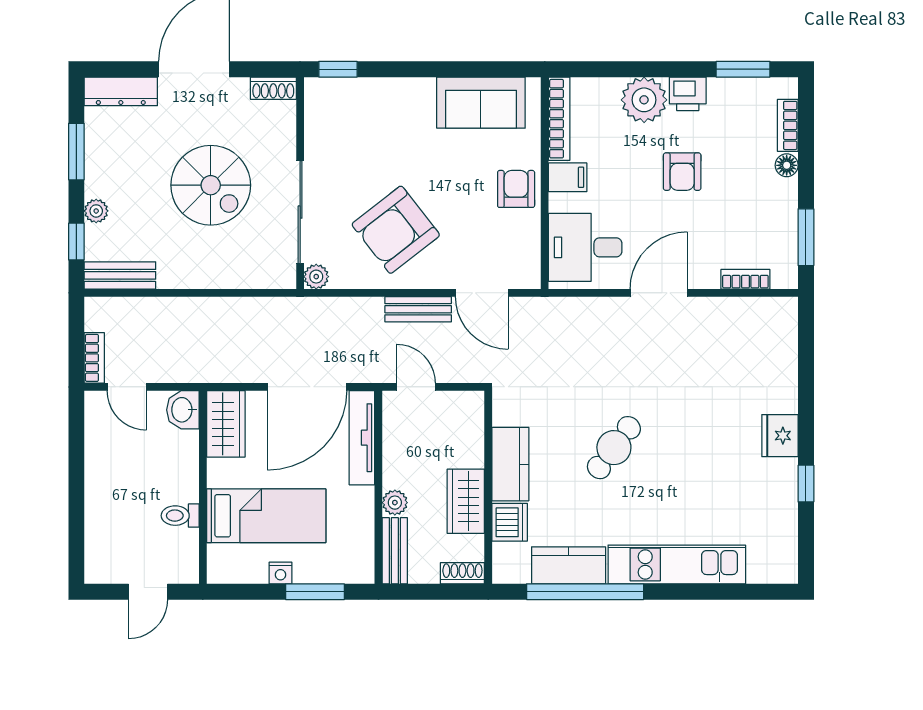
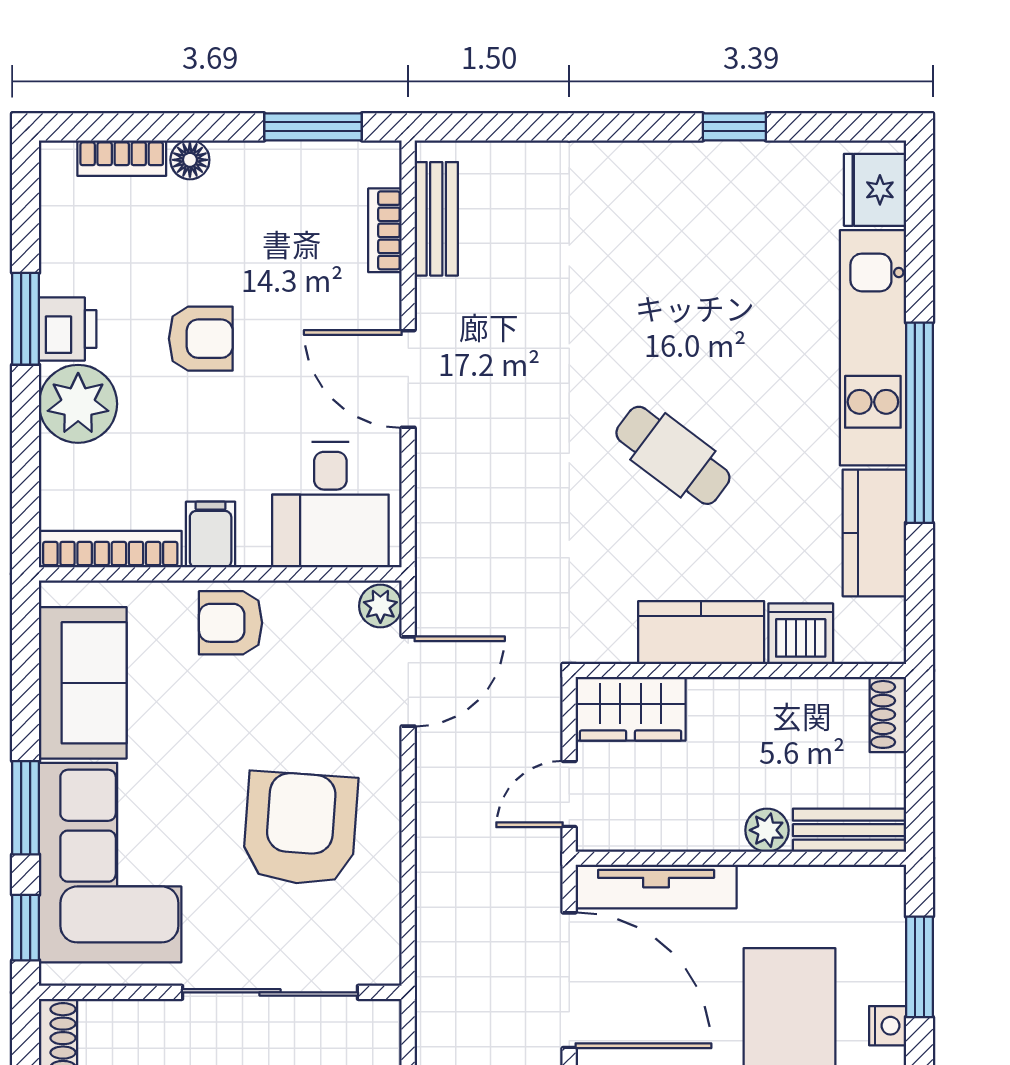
window: (408, 69) -> (26, 808), added
window: (743, 69) -> (26, 319), moved
corner sofa: (376, 119) -> (110, 863), added
armchair: (396, 230) -> (300, 829), turned -138
plant: (316, 277) -> (380, 606), moved
bench: (418, 309) -> (436, 219), moved
fridge: (780, 436) -> (875, 190), moved, turned 90
wardrobe: (466, 501) -> (631, 709), moved
window: (585, 592) -> (919, 423), moved

